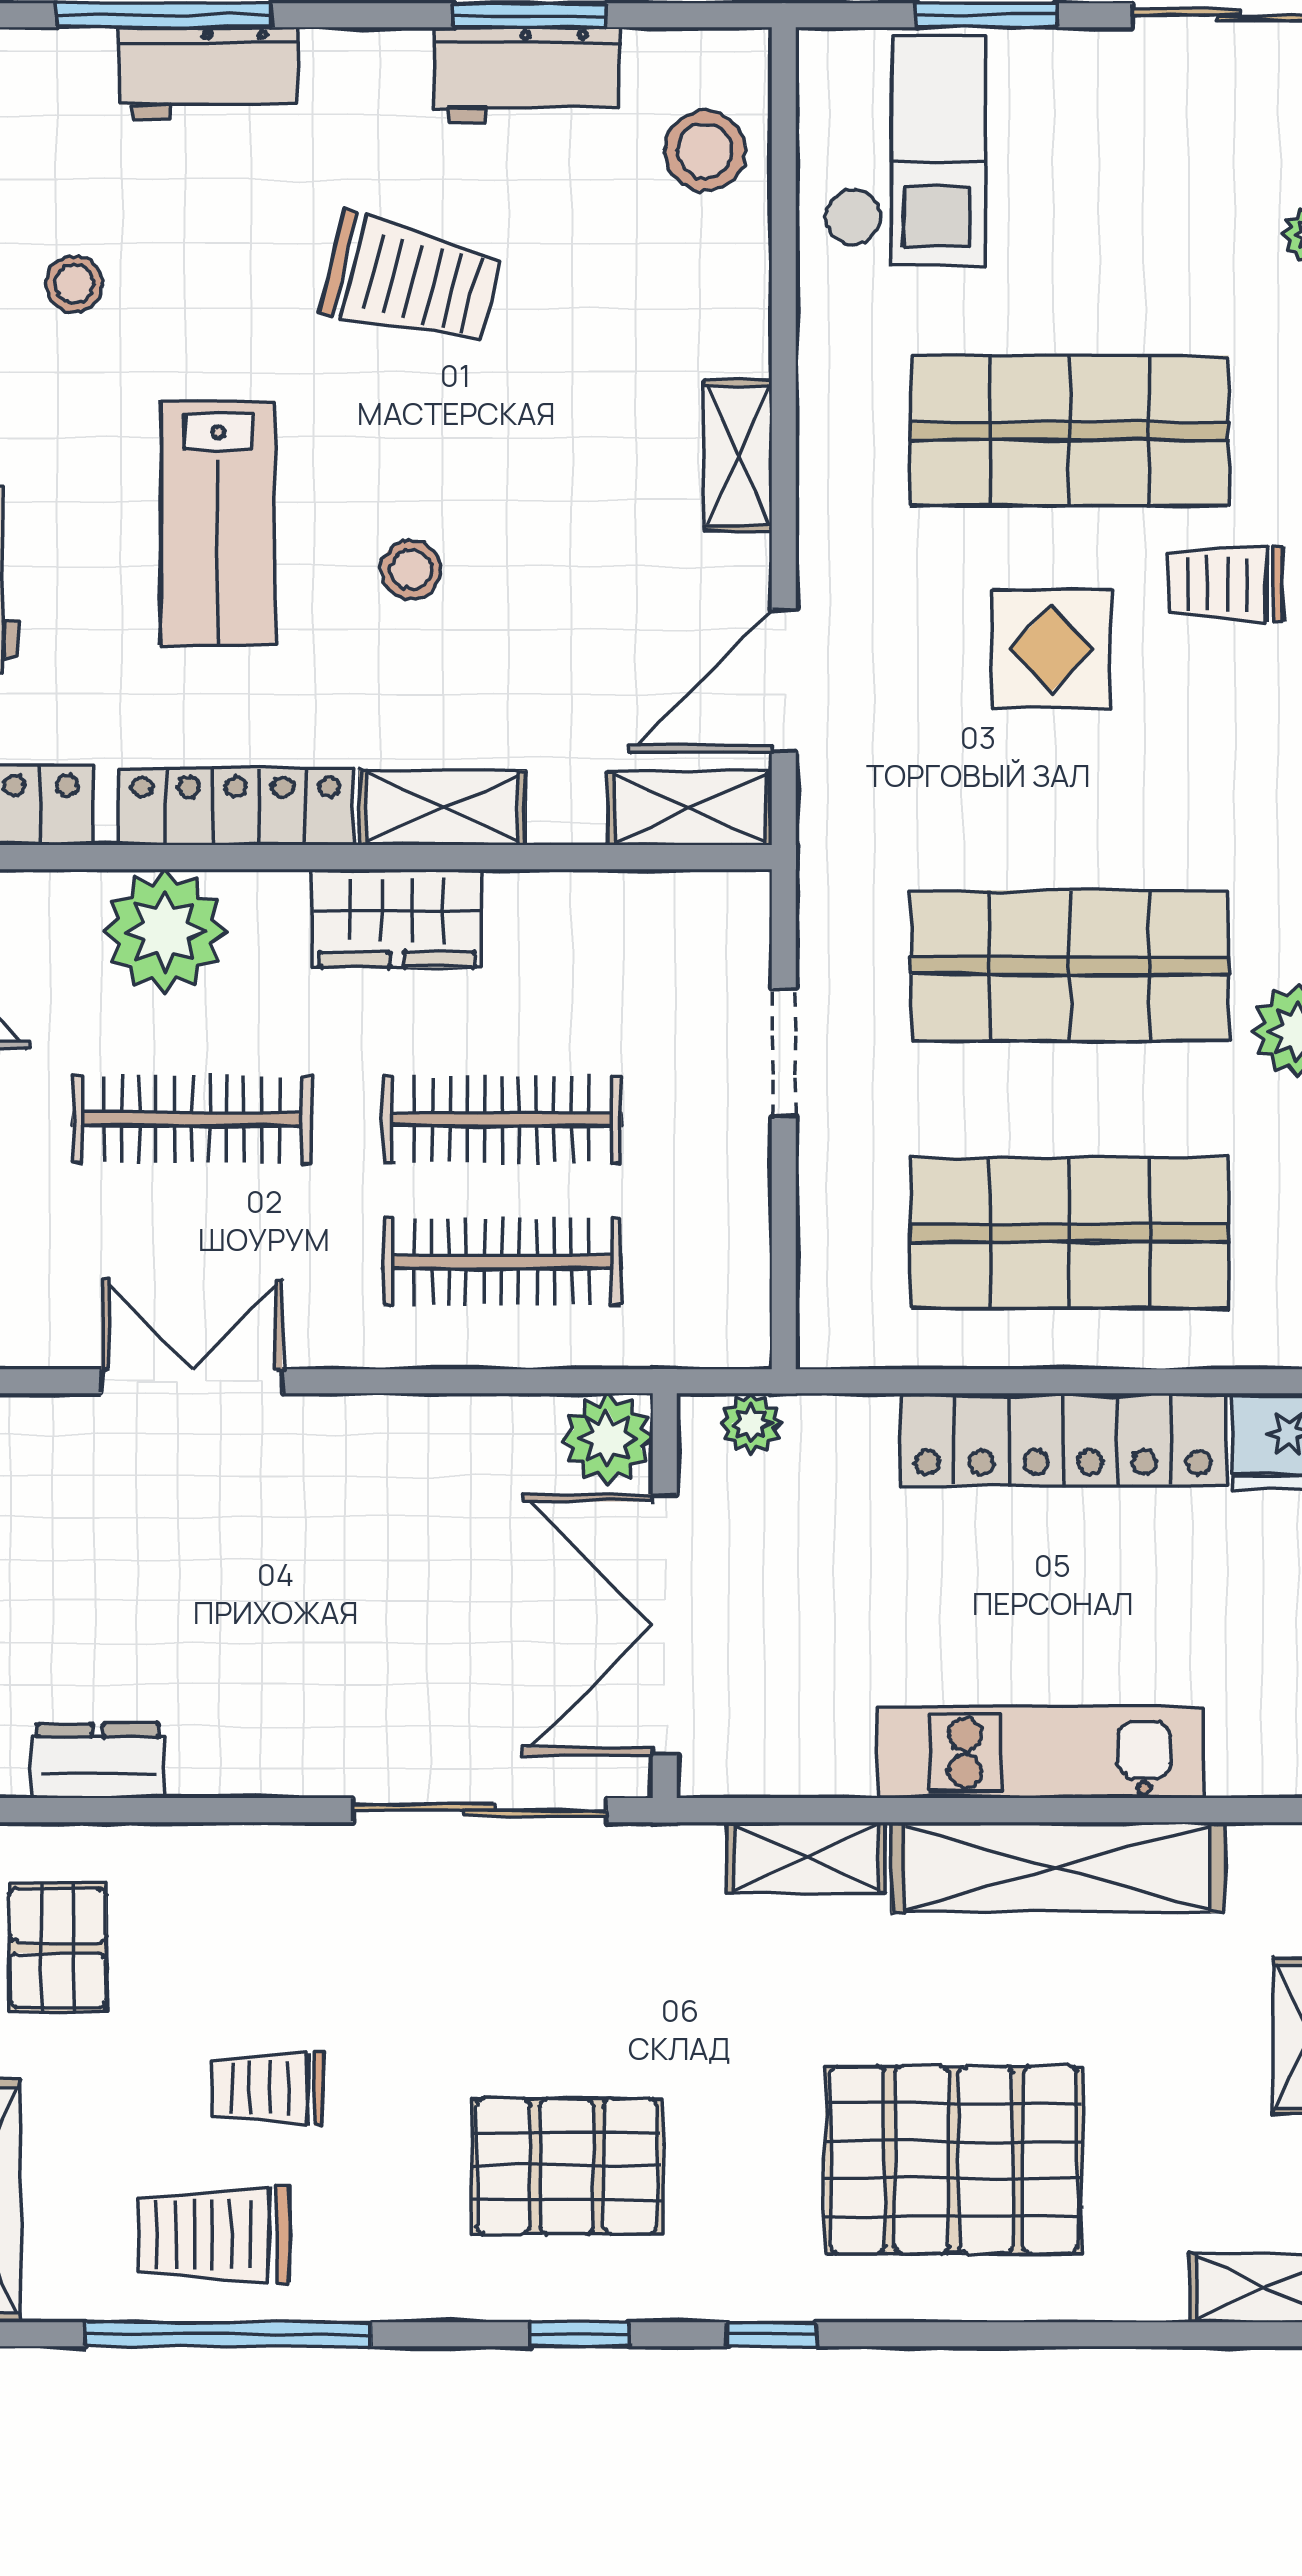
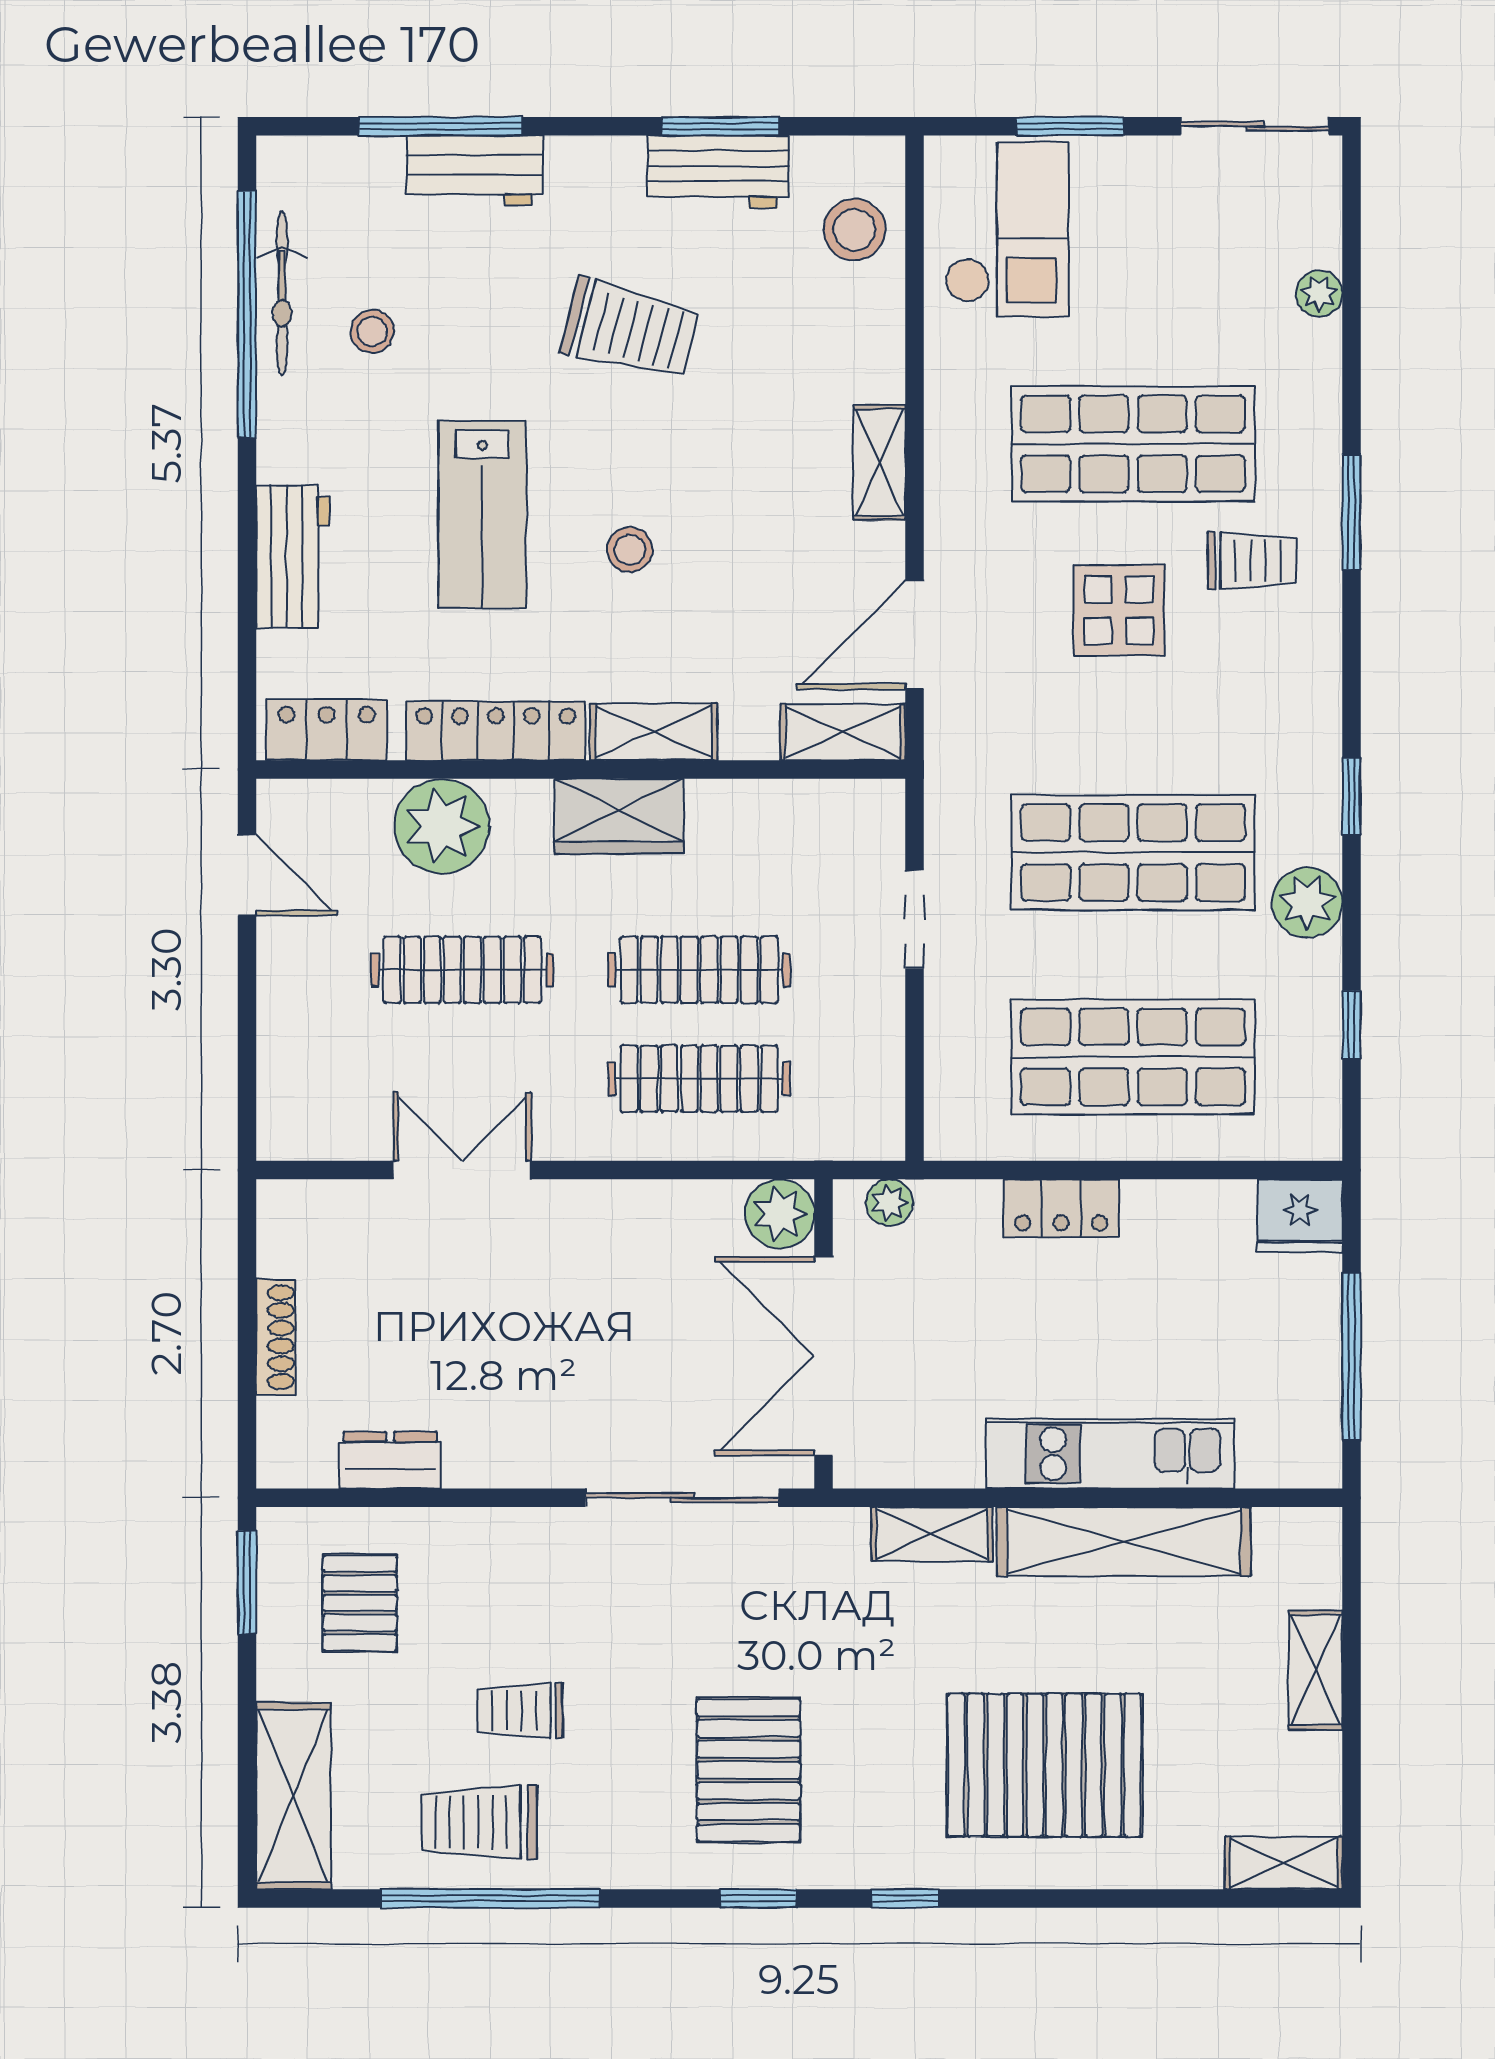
trolley: (1225, 584) -> (1252, 561), turned 180
locker: (1063, 1439) -> (1061, 1208), width x0.46, depth x0.83
pallet: (567, 2166) -> (749, 1770), turned 90

